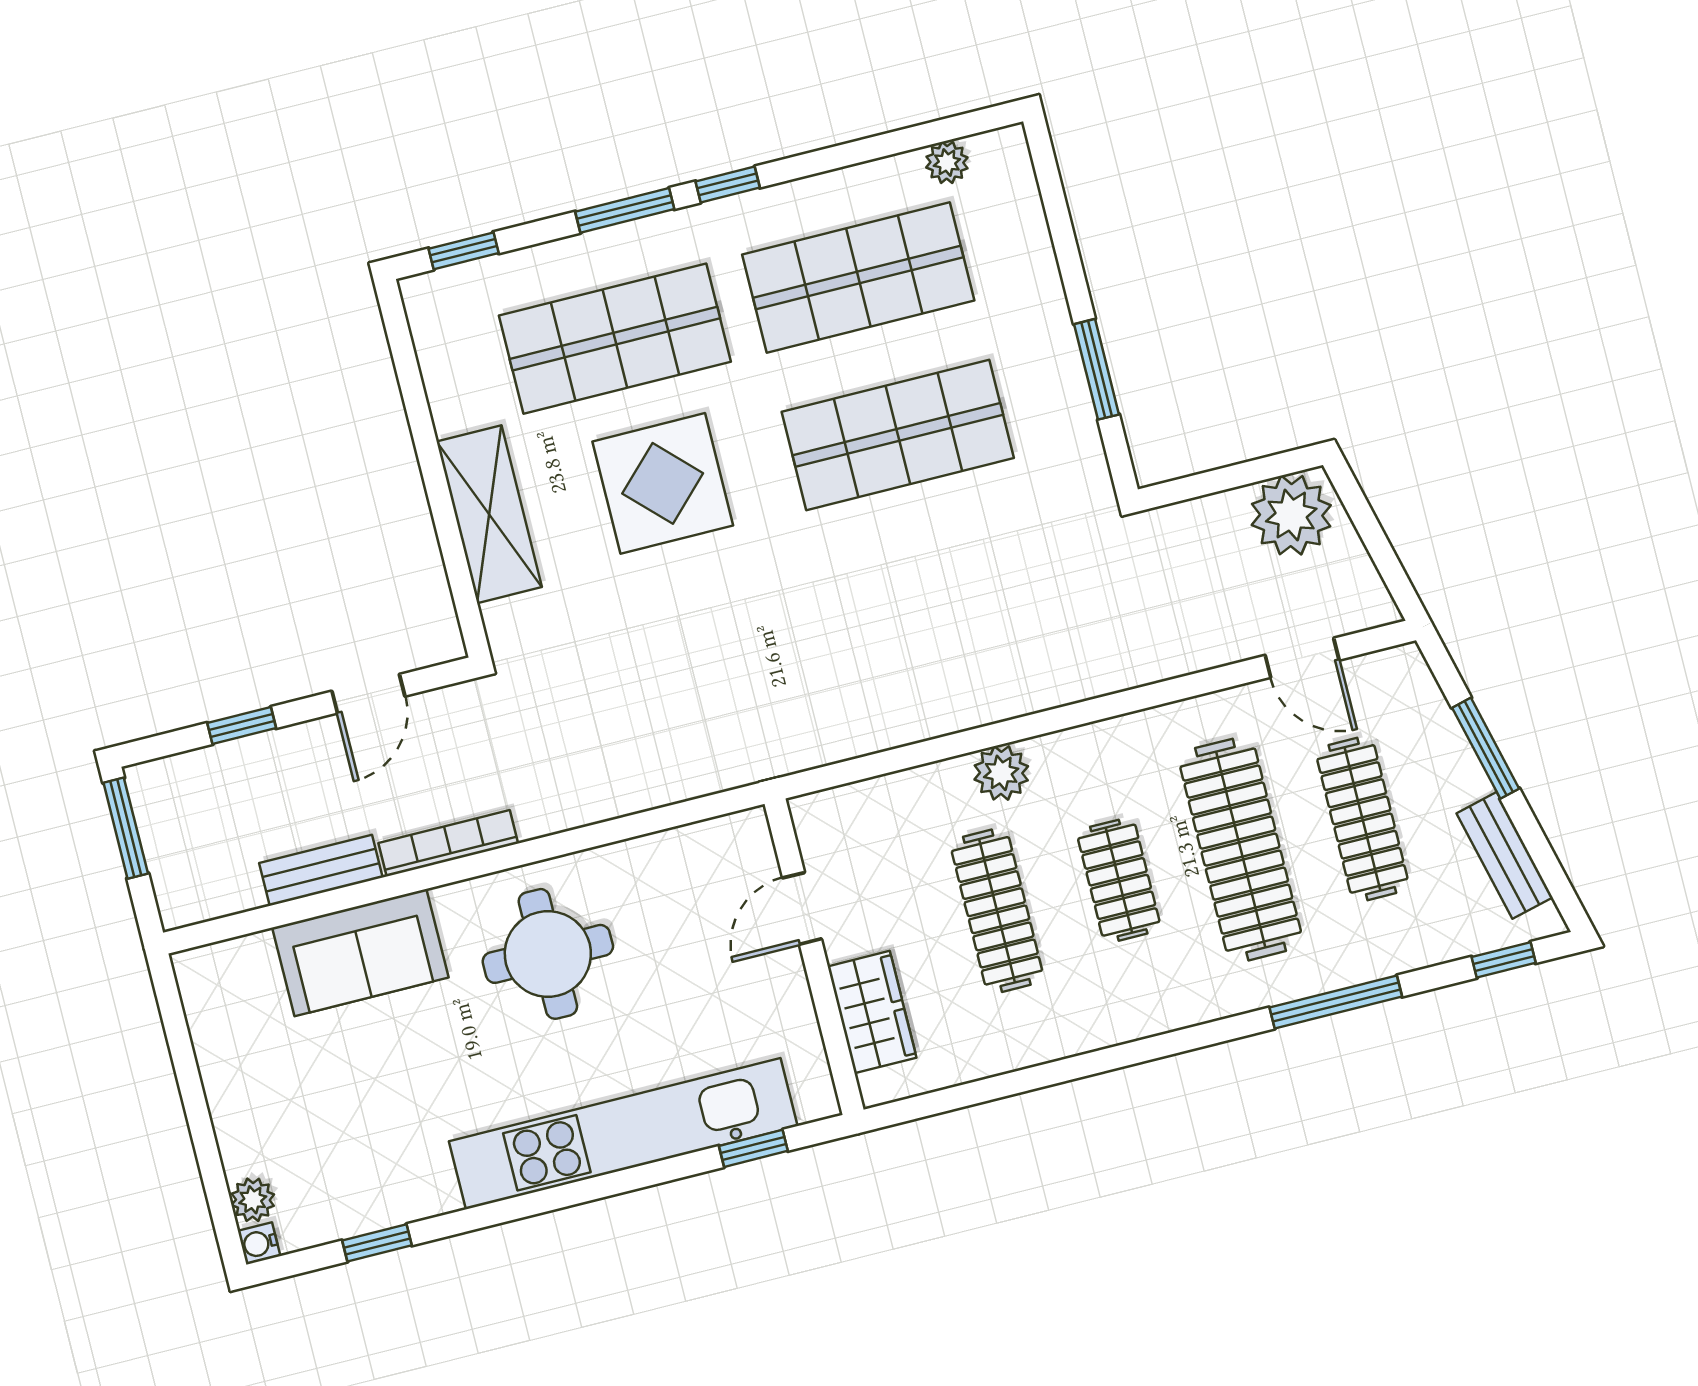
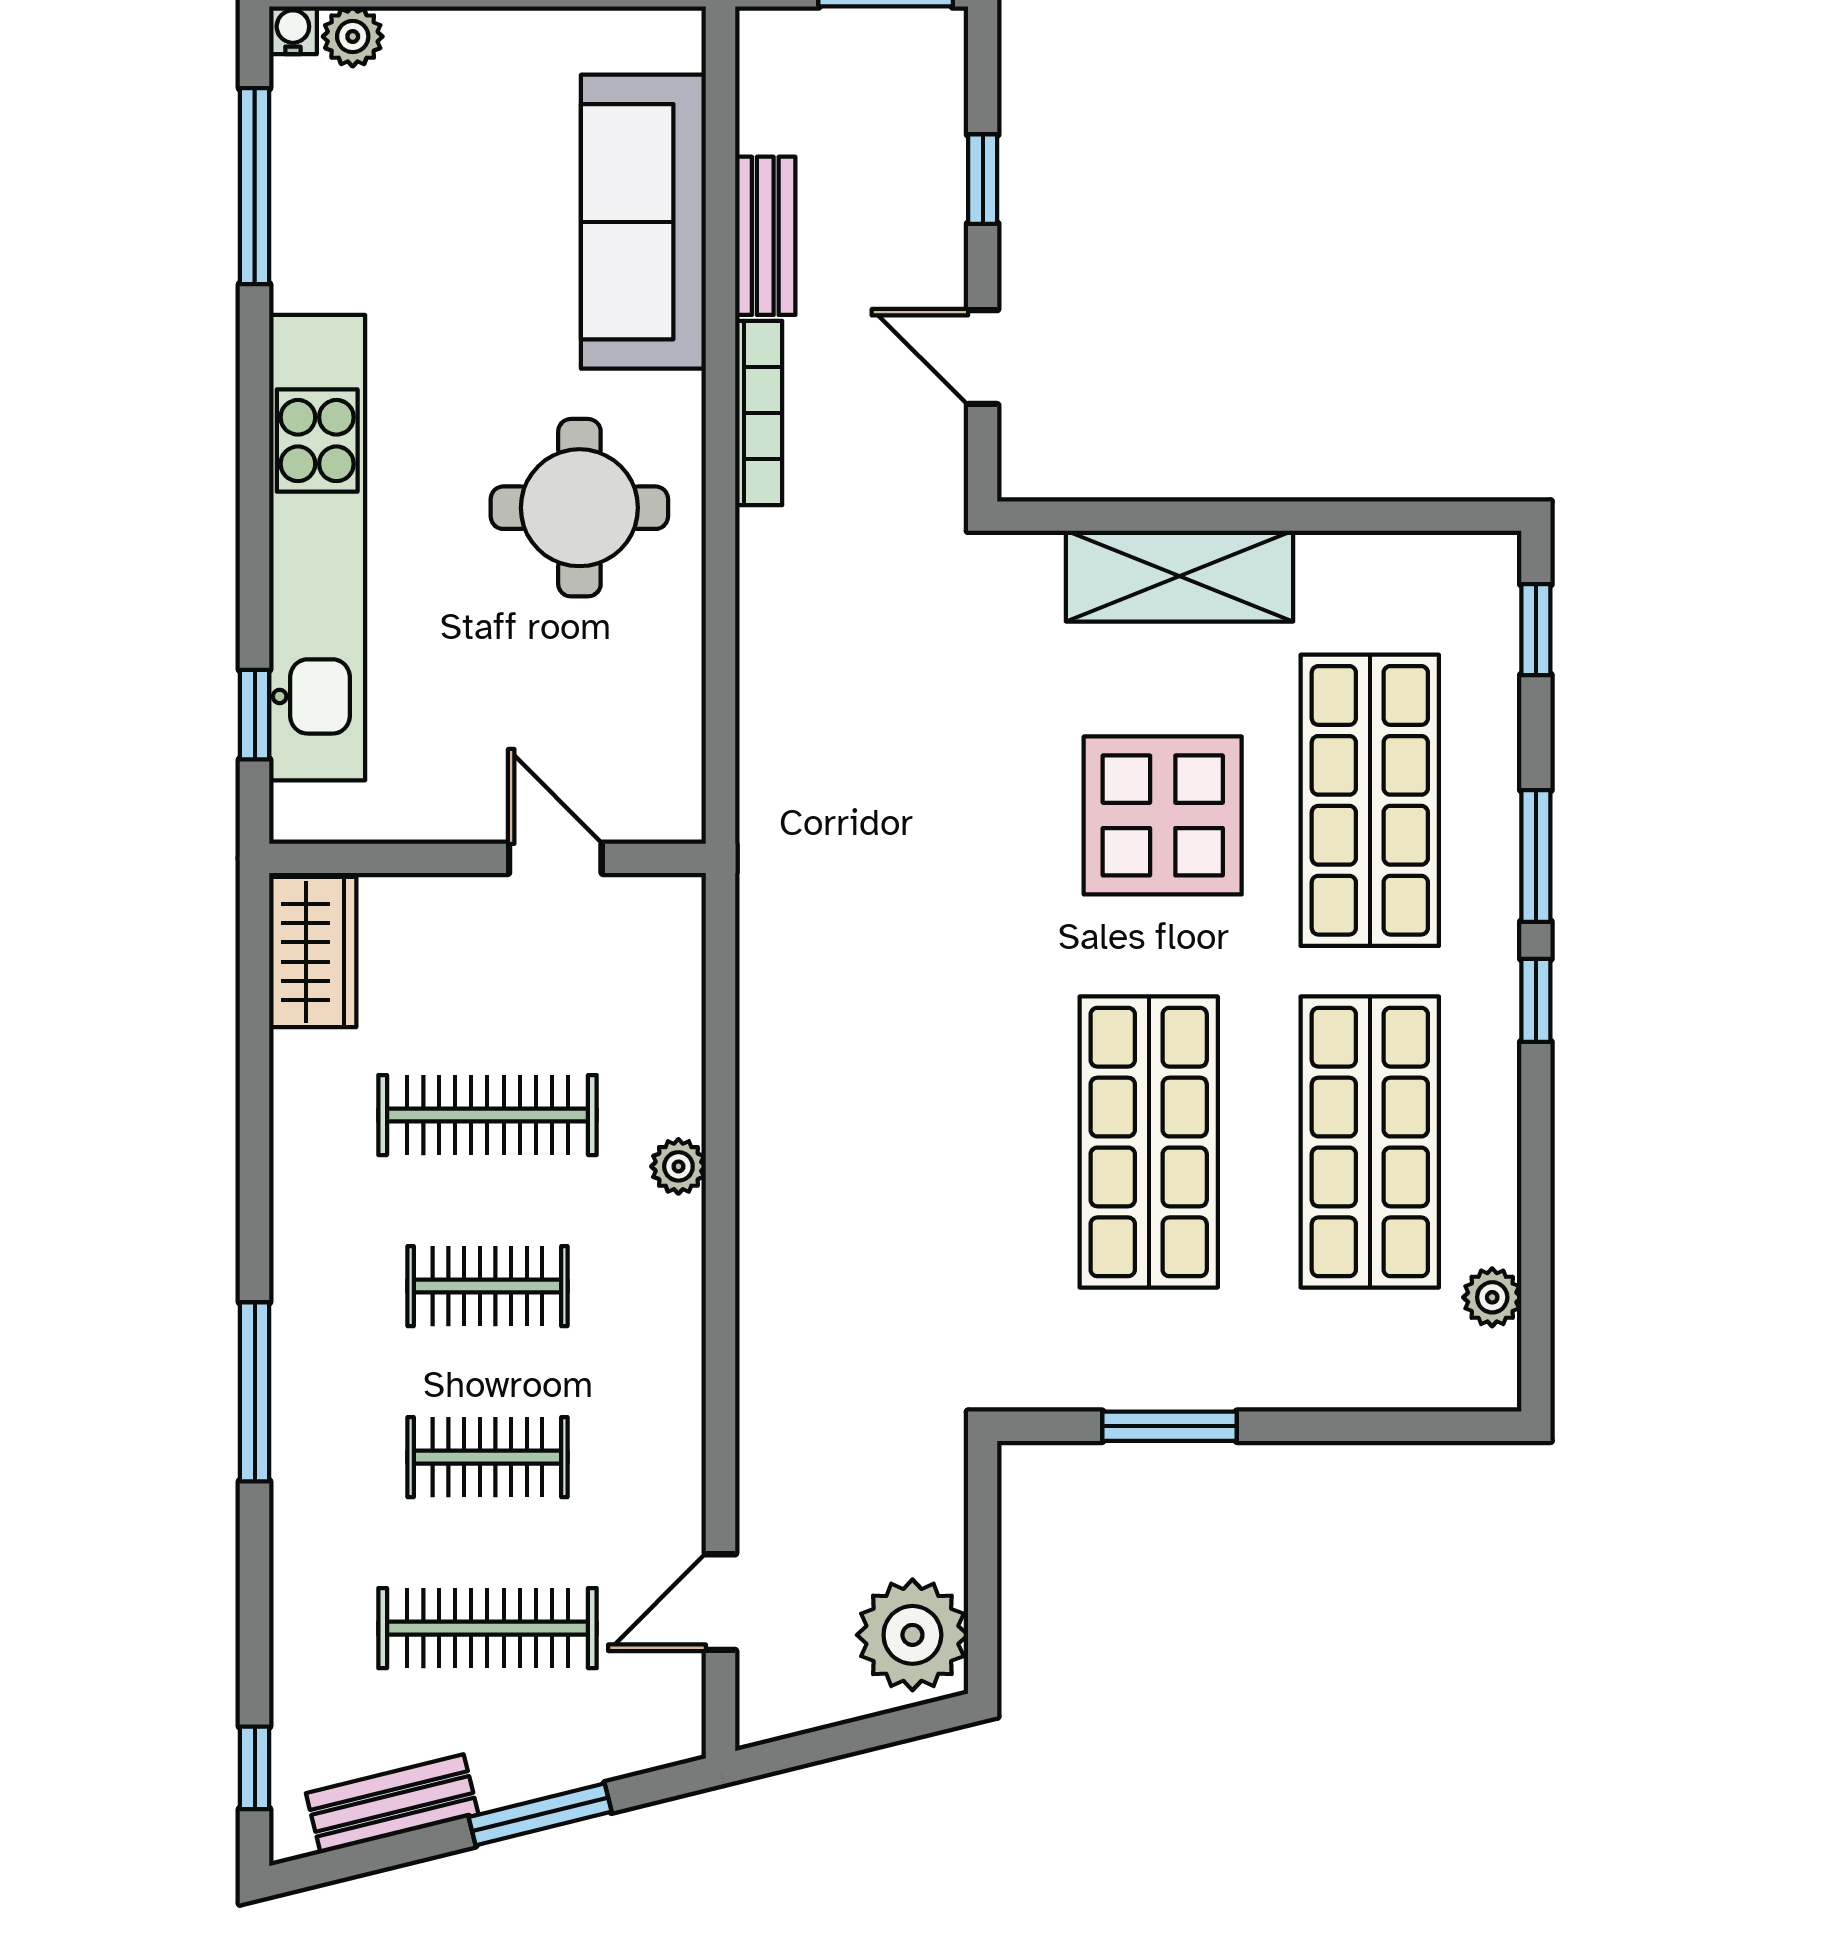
plant: (1001, 773) -> (678, 1166), width x0.73, depth x0.73
clothes rail: (1241, 850) -> (487, 1457), width x0.54, depth x0.76
sofa: (360, 953) -> (643, 222), width x1.36
window: (1336, 1002) -> (255, 1392), moved
wardrobe: (872, 1012) -> (313, 952), moved, turned -90
window: (377, 1243) -> (255, 186), width x2.17

